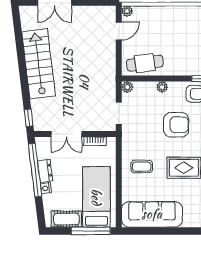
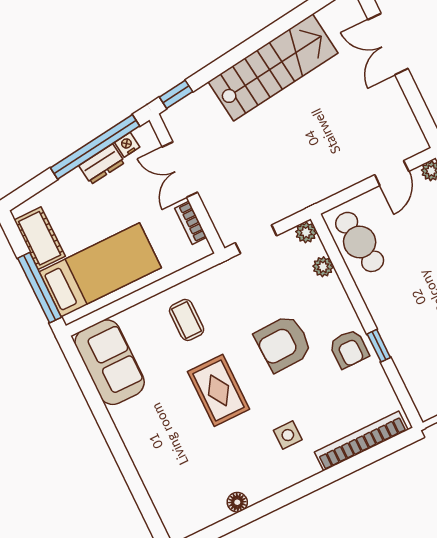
door: (119, 31) -> (392, 173), hinge flipped
plant: (162, 87) -> (323, 267), moved
armchair: (176, 125) -> (283, 343), turned 88
nightstand: (46, 188) -> (127, 145), moved
sofa: (152, 214) -> (110, 362), width x0.73

